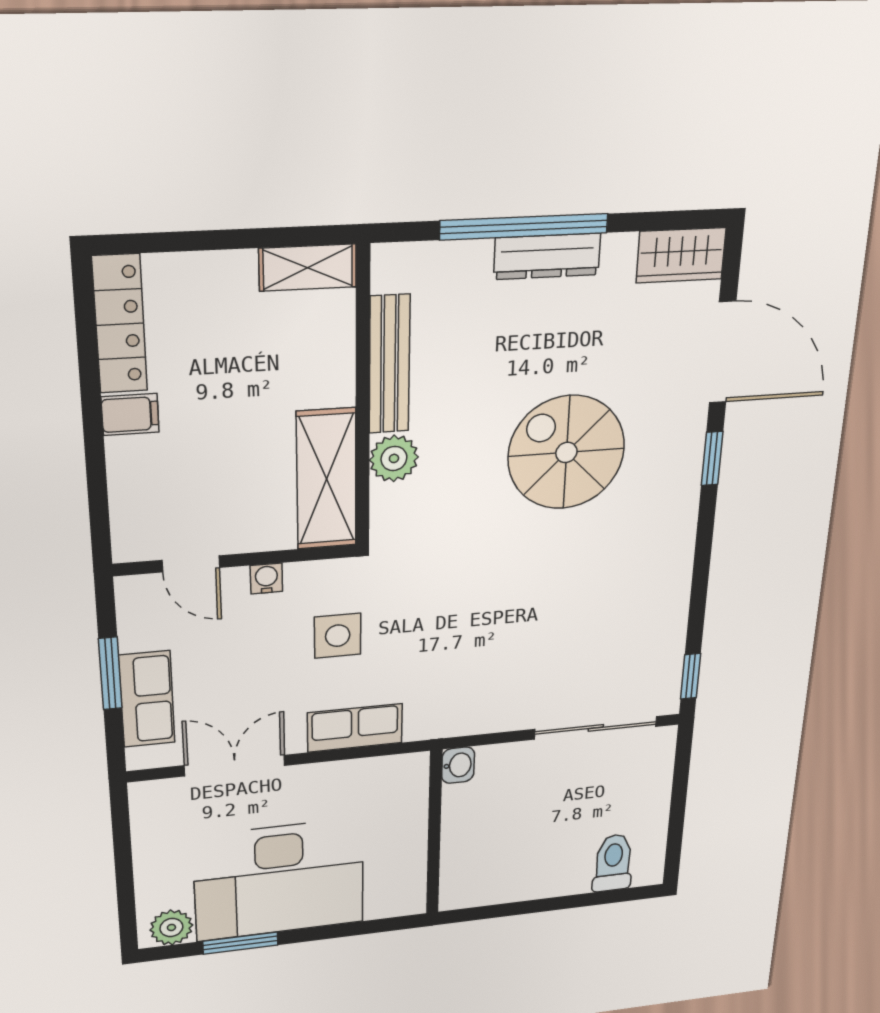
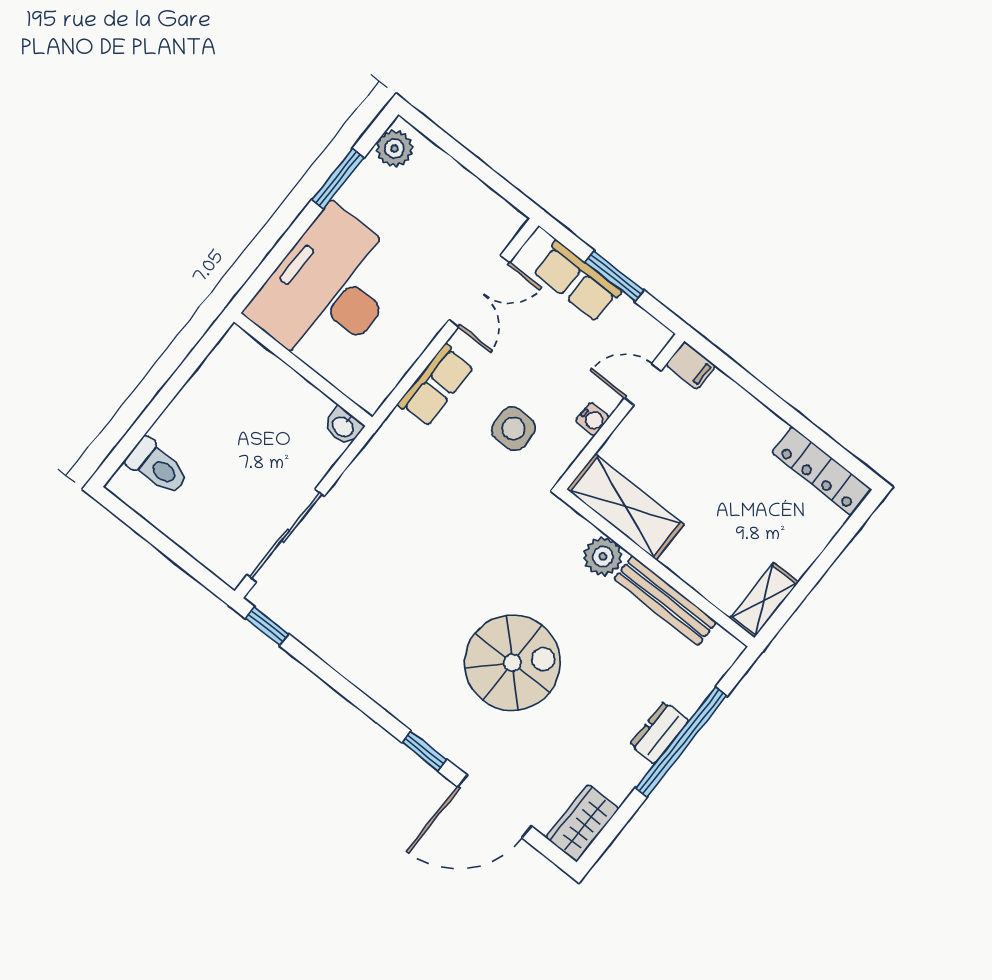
dresser: (547, 256) -> (659, 733), width x0.70
filing cabinet: (130, 415) -> (691, 365), moved, turned -90
desk: (279, 880) -> (329, 290), moved

